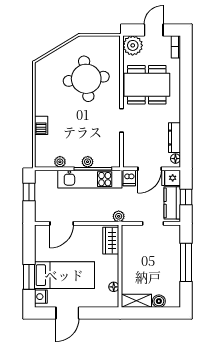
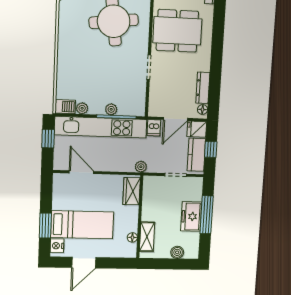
barbecue: (41, 125) -> (65, 107), moved, turned -90
kitchen unit: (90, 179) -> (101, 127), width x1.36
door: (62, 223) -> (81, 172), swing flipped
freezer: (171, 264) -> (191, 216), added
shelving: (136, 301) -> (147, 237), moved, turned 90

